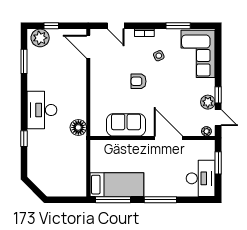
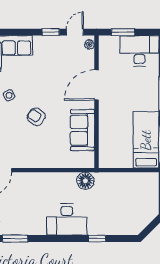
armchair: (139, 81) -> (36, 117), turned 124
plant: (208, 102) -> (58, 43), removed

